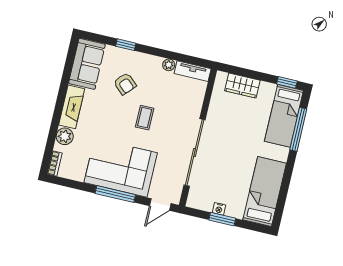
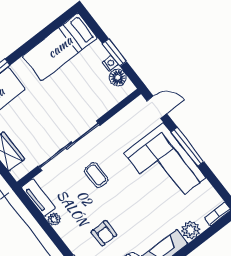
armchair: (125, 84) -> (104, 233), turned 137
coffee table: (145, 118) -> (96, 175), moved, turned 90
sliding door: (195, 152) -> (69, 146), moved
floor lamp: (205, 203) -> (118, 77), added

